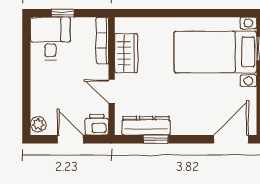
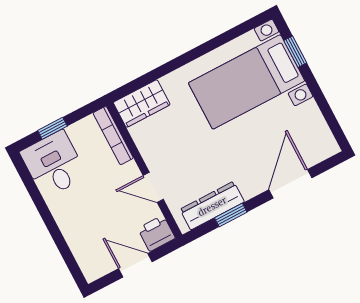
wardrobe: (126, 53) -> (142, 104), moved, turned 90
plant: (38, 124) -> (90, 267), removed
door: (231, 139) -> (290, 184), moved

